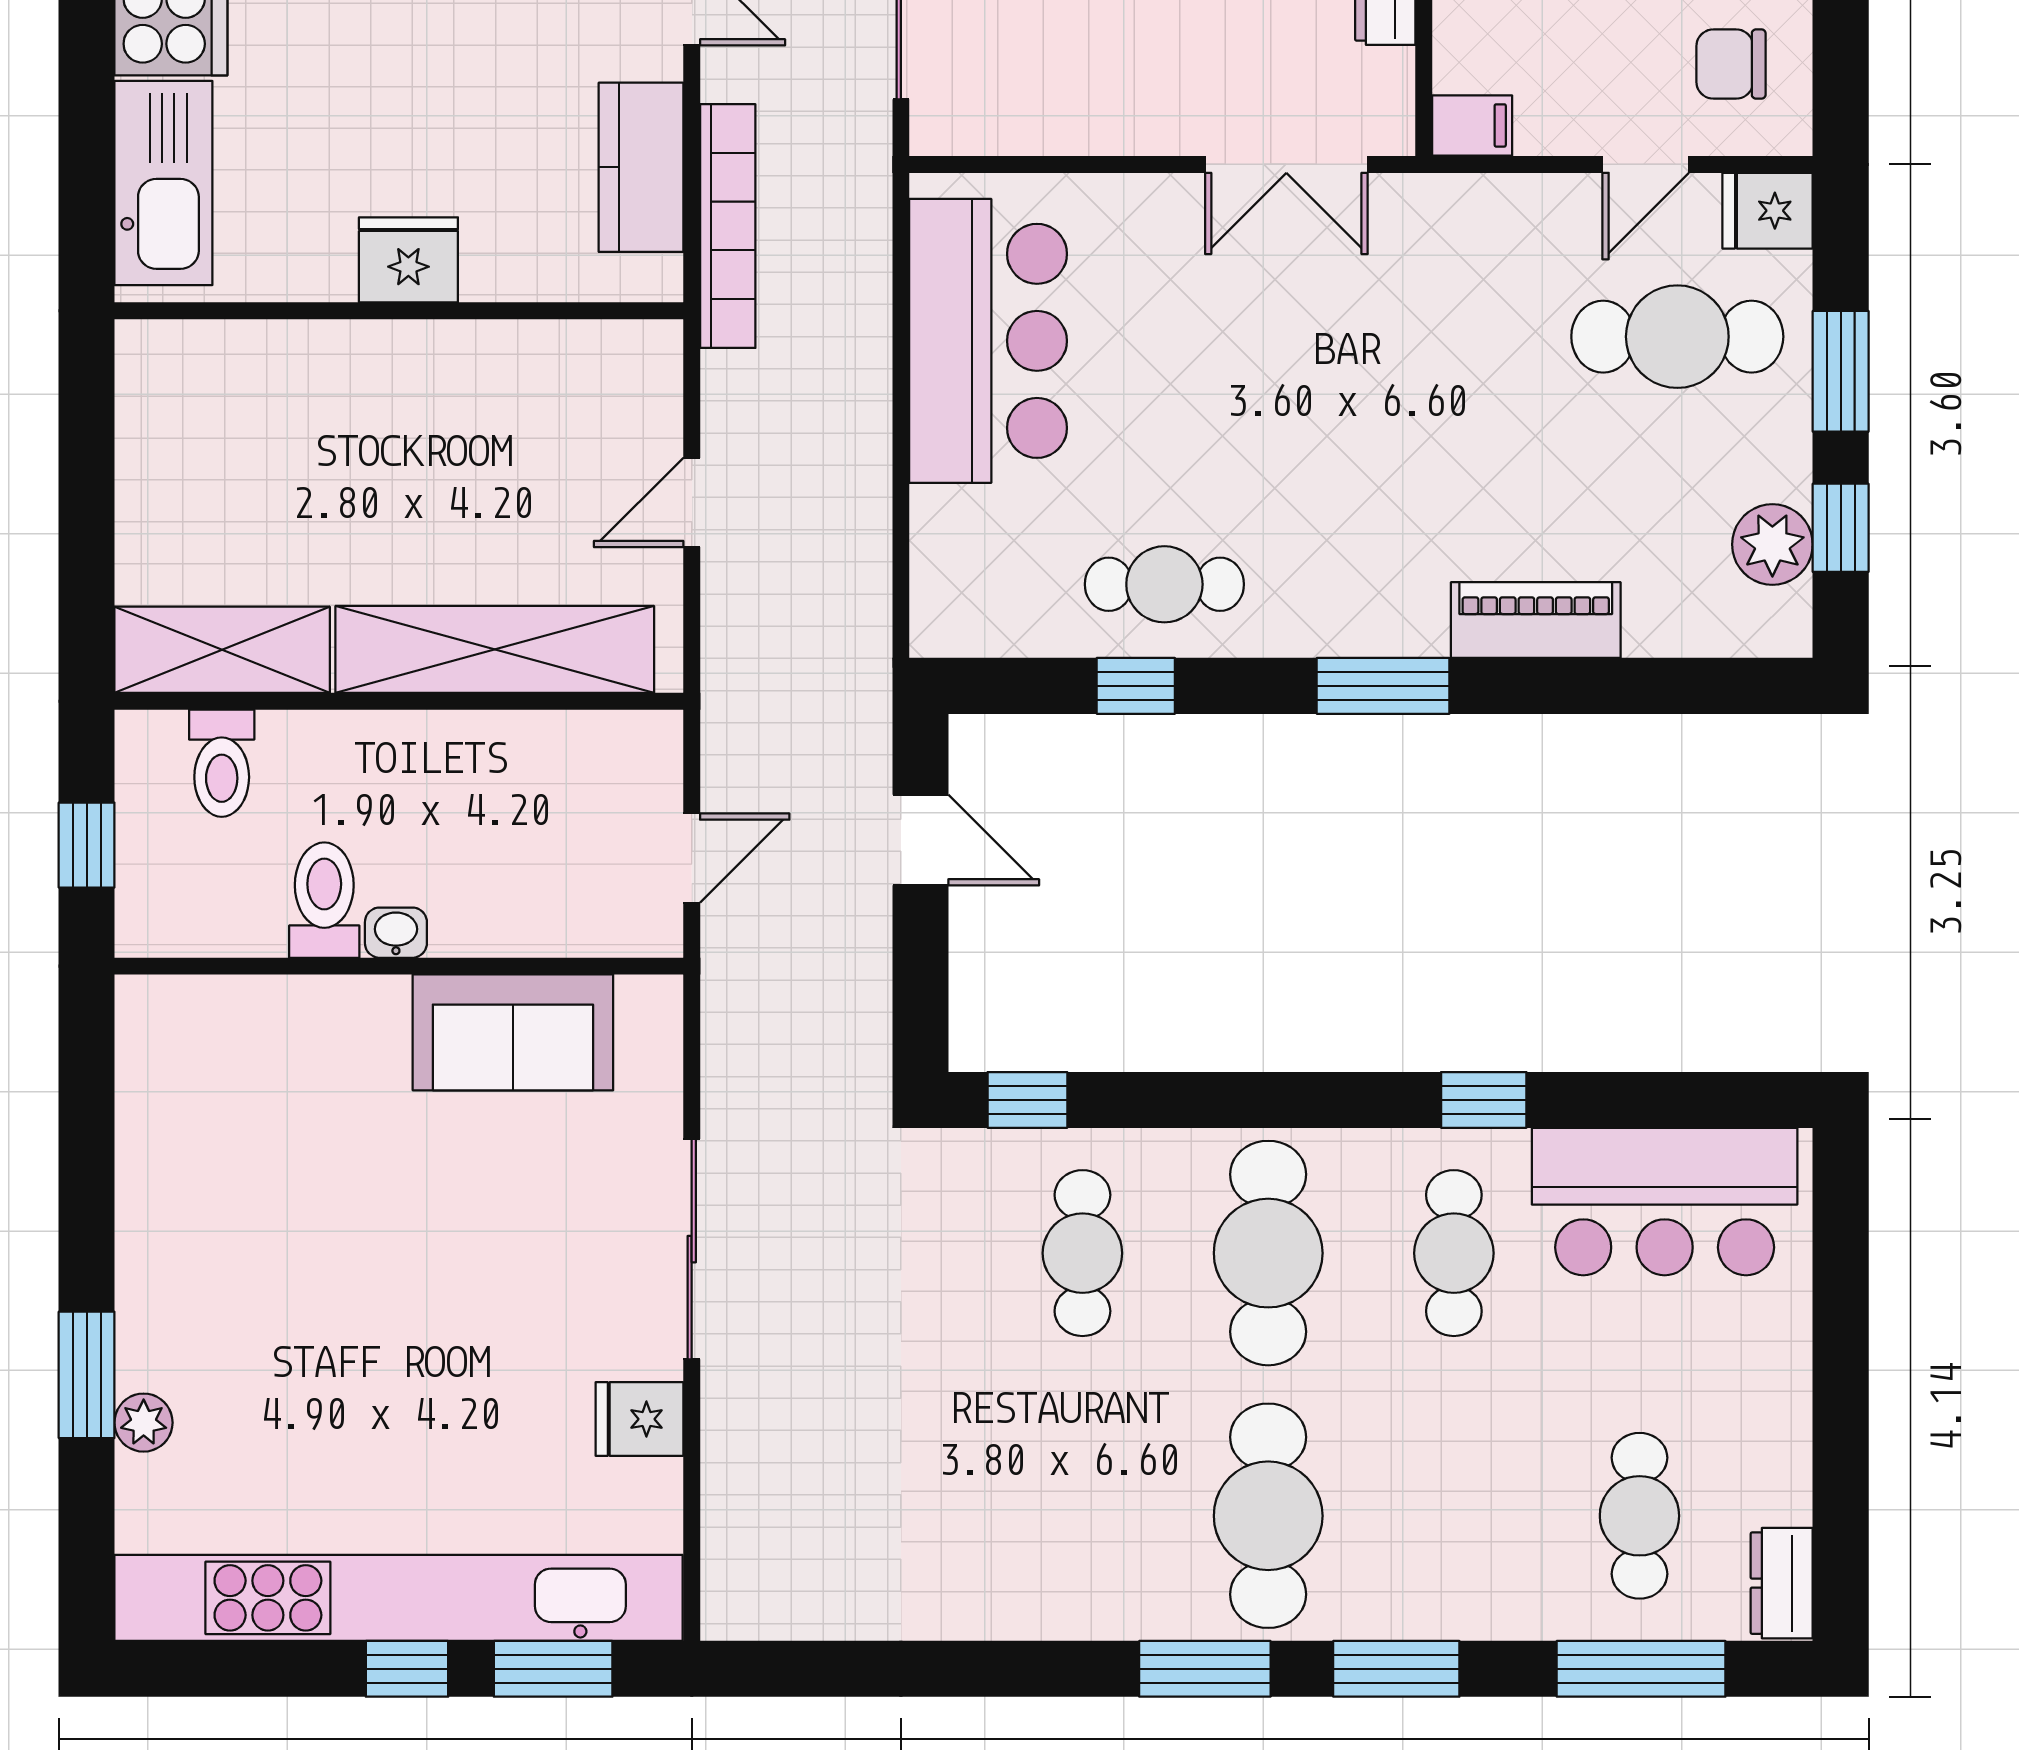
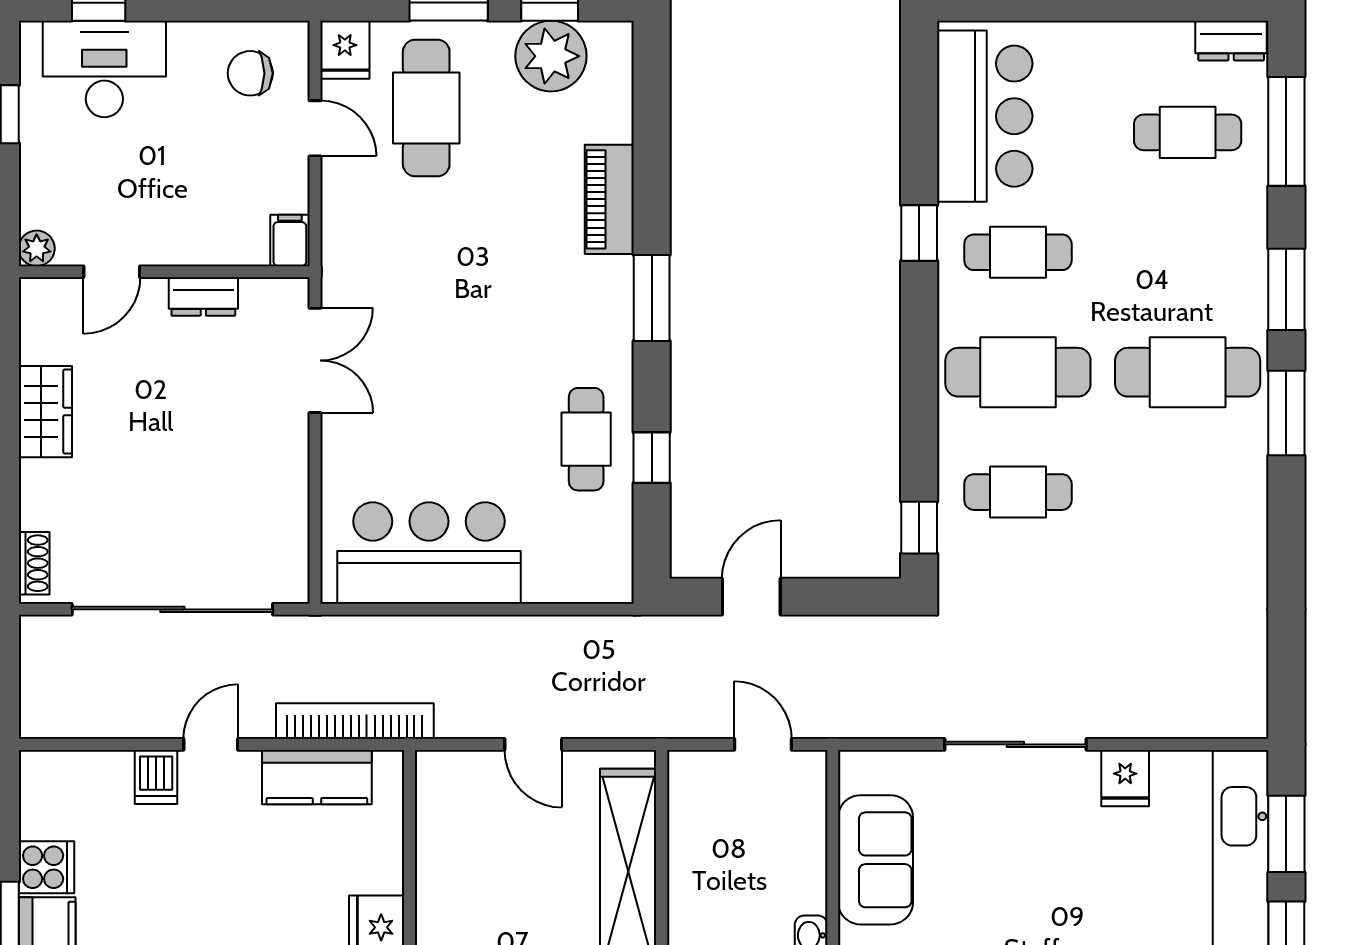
chair: (1731, 64) -> (250, 73), turned 90
plant: (1772, 544) -> (551, 56), width x1.36, depth x1.36

